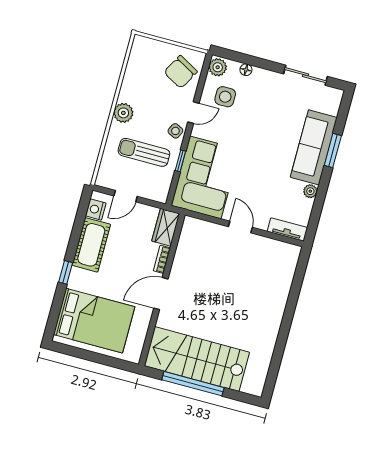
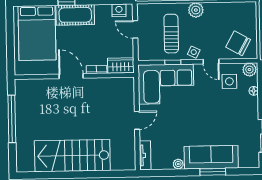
cot: (91, 245) -> (75, 15), moved
stairs: (197, 359) -> (72, 156), moved, turned -90

